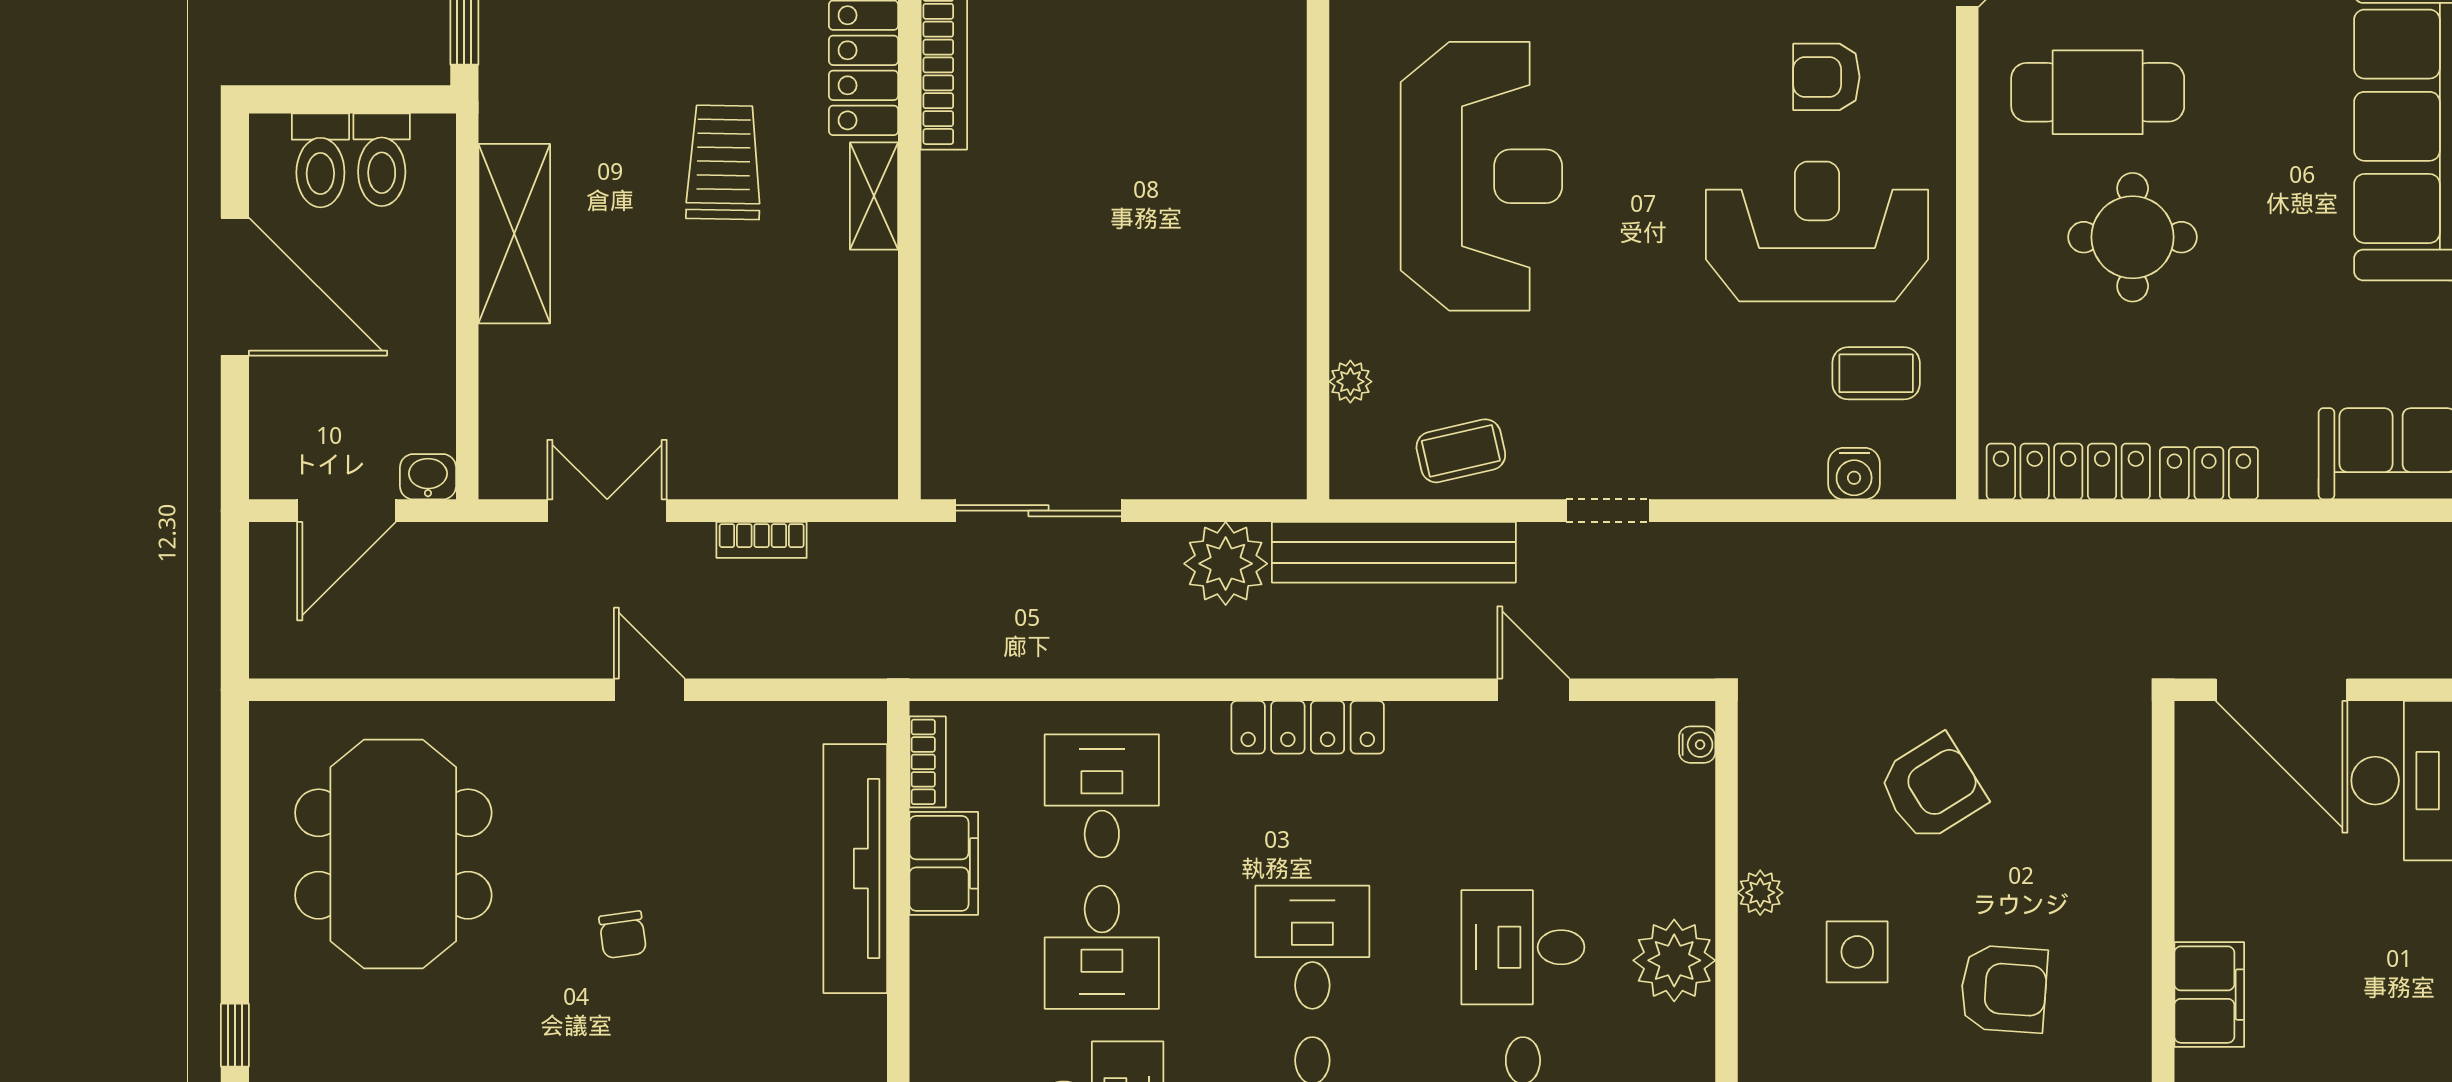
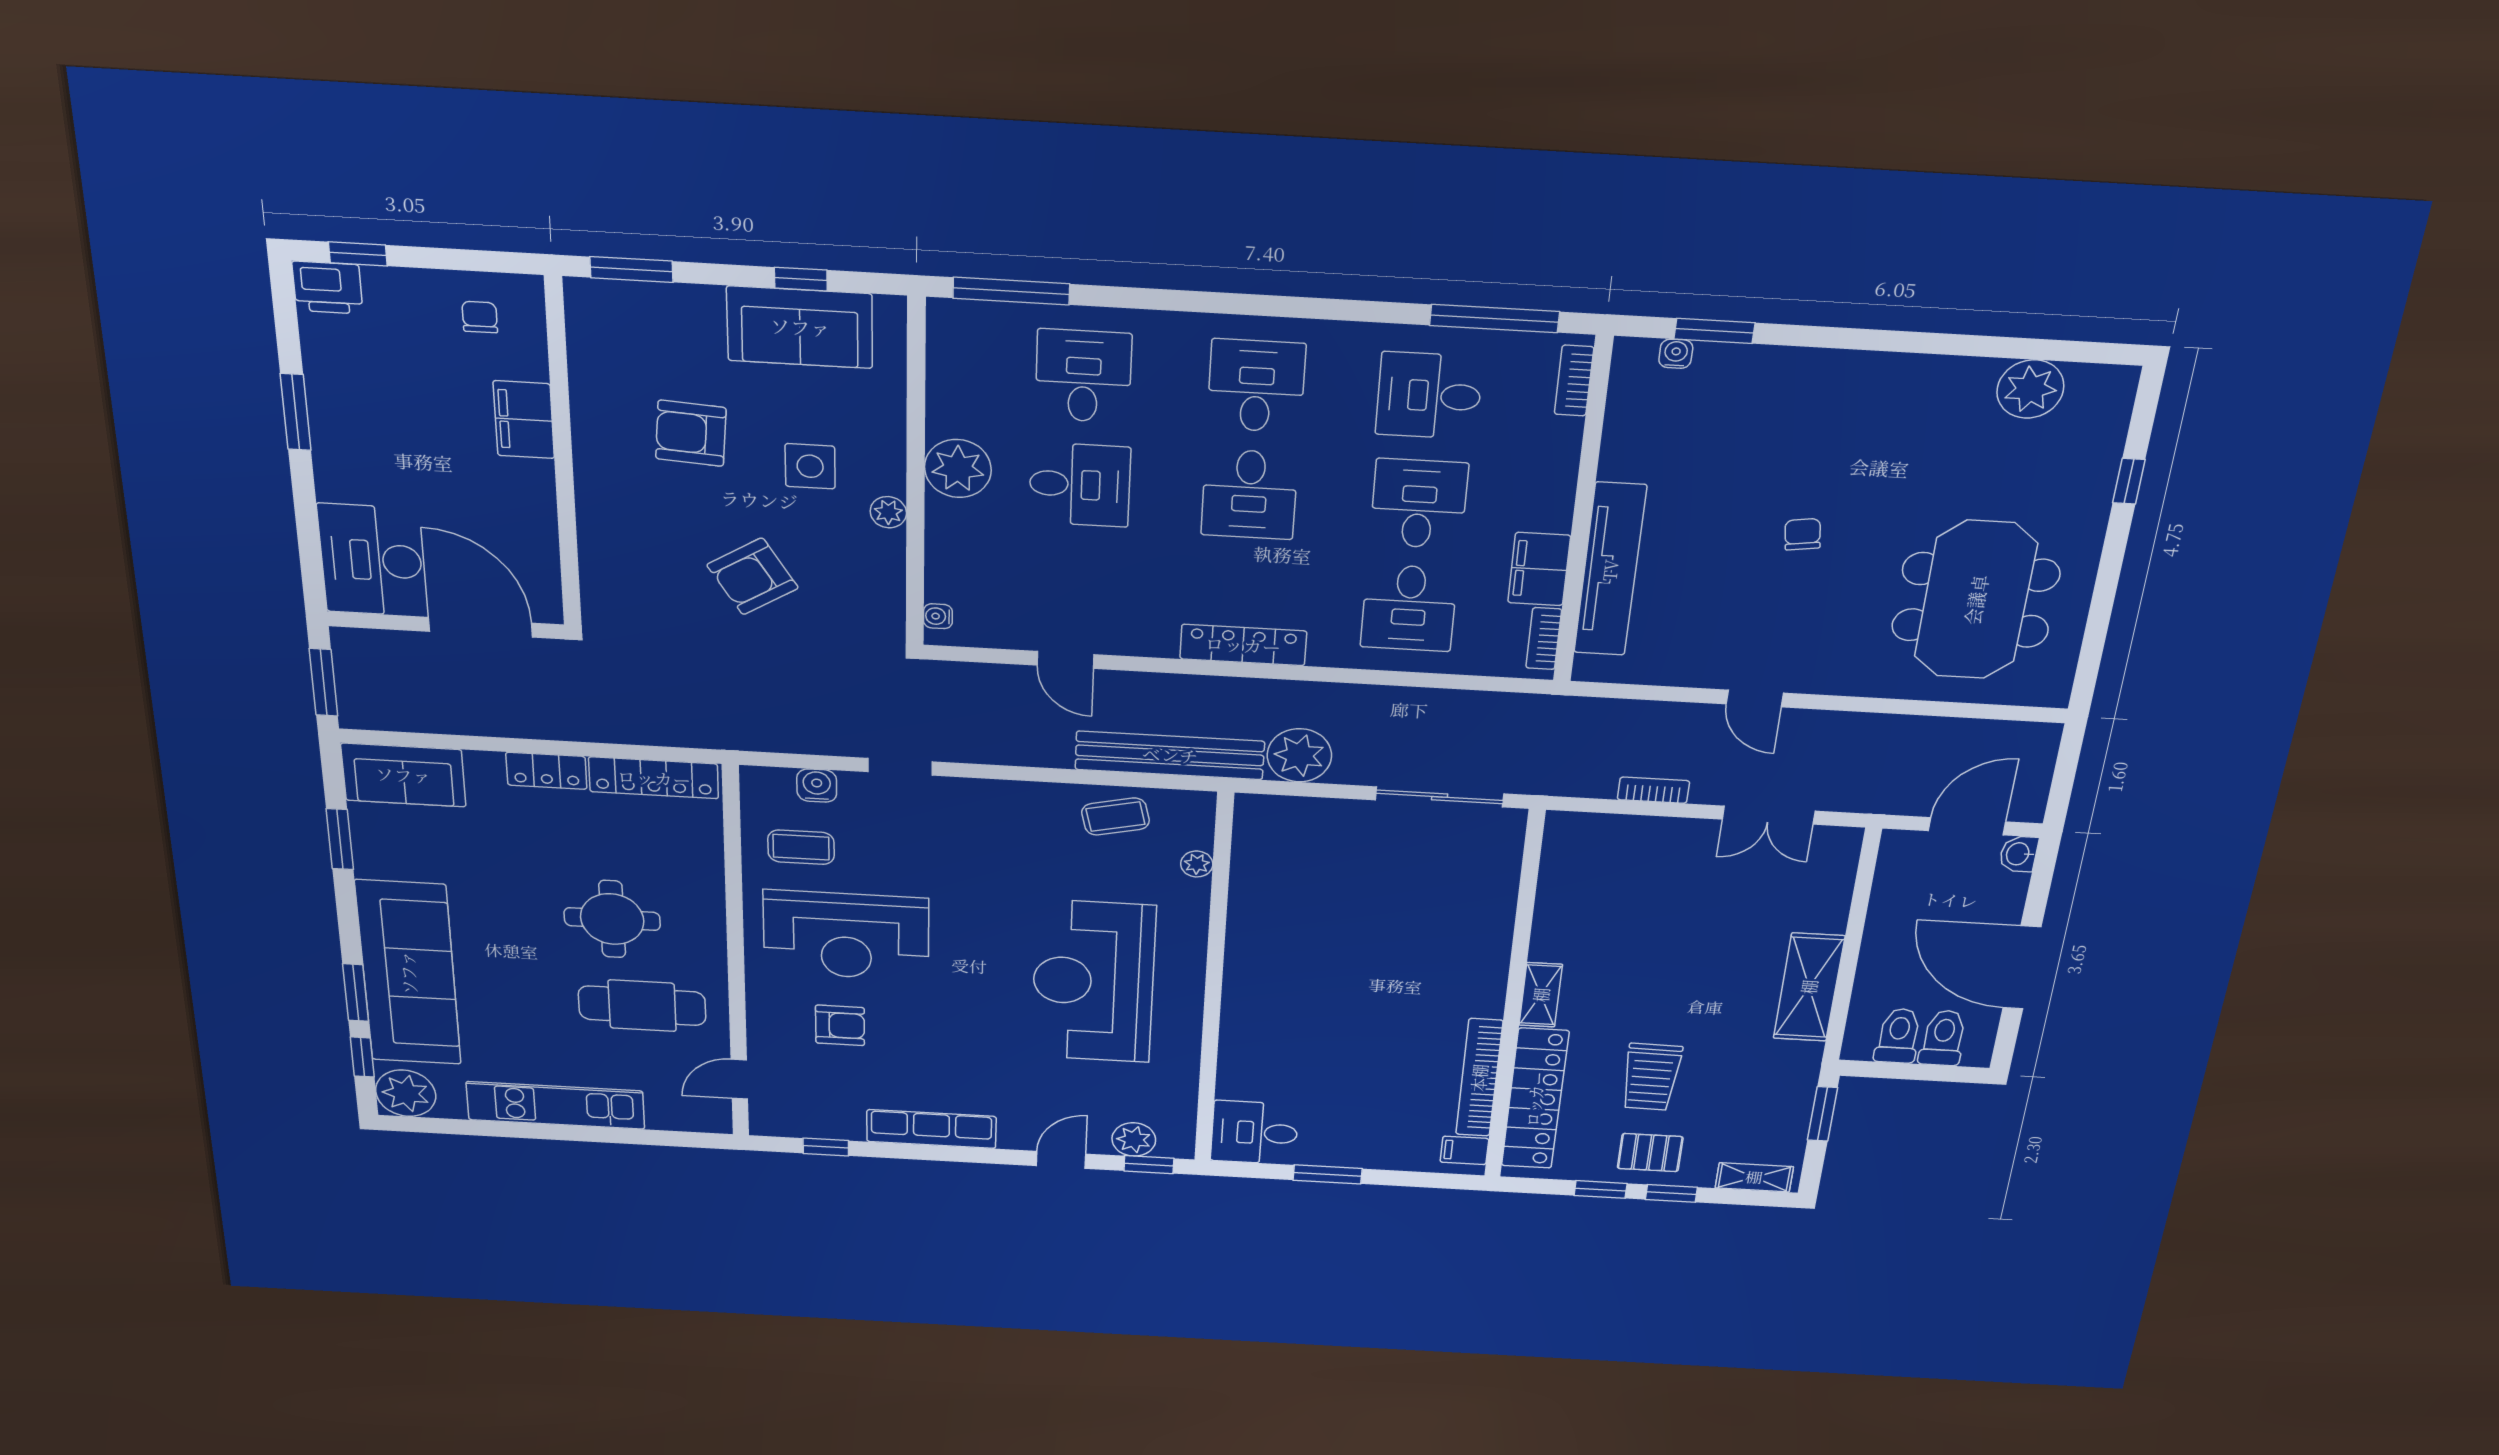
trolley: (724, 162) -> (1651, 1077), moved
washbasin: (428, 477) -> (2019, 854), moved, turned 90
doorway: (1608, 511) -> (900, 767), moved

